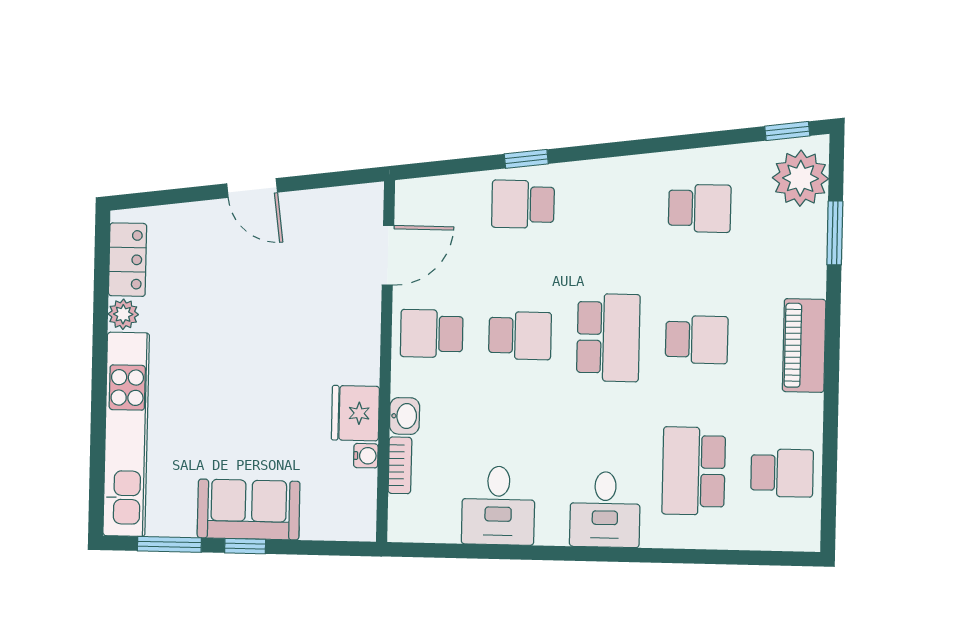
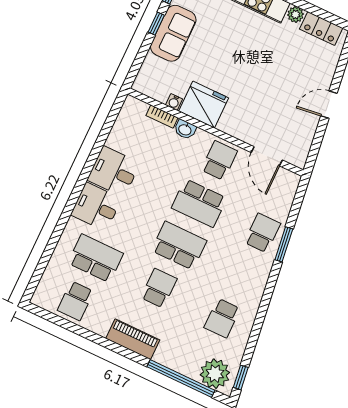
window: (526, 159) -> (284, 244), width x1.50
window: (835, 233) -> (181, 379), width x2.11
school desk: (520, 336) -> (199, 203), width x1.85
school desk: (608, 338) -> (179, 246), turned 180
school desk: (697, 340) -> (159, 288), turned 180
fridge: (355, 413) -> (204, 105), width x1.36, depth x1.34
desk: (498, 506) -> (114, 171), moved

